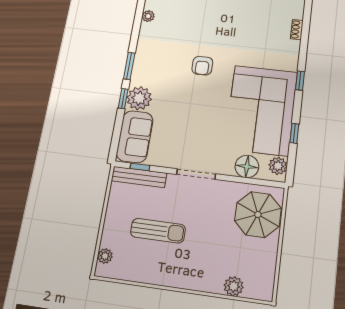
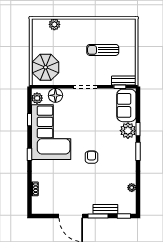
bench: (139, 177) -> (124, 81), width x0.73
plant: (105, 256) -> (131, 31), removed

